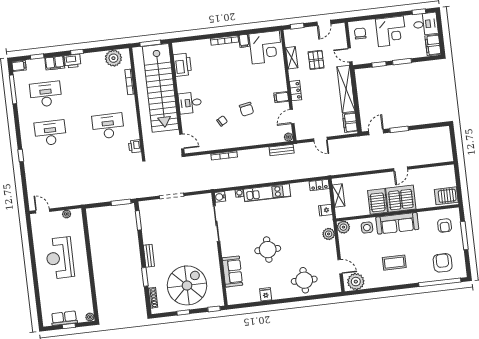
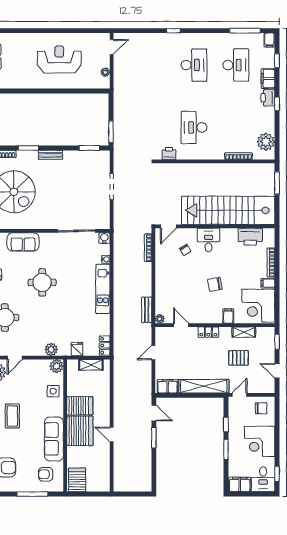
printer: (182, 65) -> (250, 237), moved
stairs: (161, 88) -> (228, 210), moved
filing cabinet: (281, 97) -> (228, 316), moved
wall: (177, 98) -> (215, 226), moved
desk: (190, 103) -> (209, 240), moved
chair: (247, 109) -> (215, 284), moved
desk: (108, 126) -> (194, 127), turned 180
door: (182, 141) -> (168, 226), moved
sofa: (397, 223) -> (54, 439), moved

